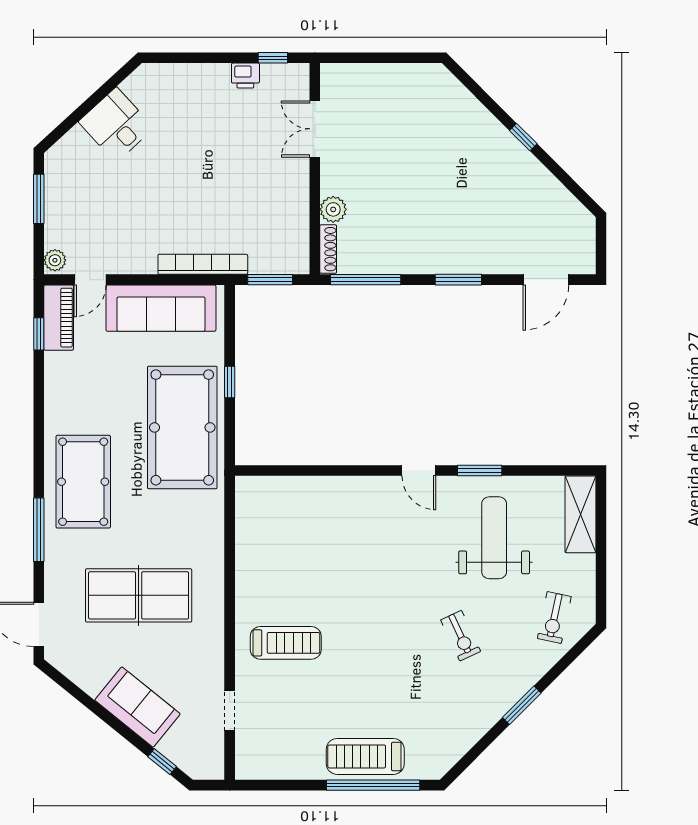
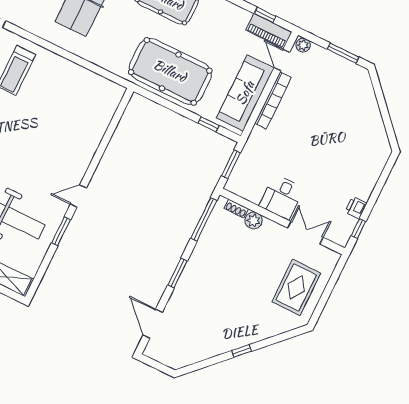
rug: (397, 104) -> (296, 287), added
desk: (116, 125) -> (282, 197), moved, turned 133
shoe rack: (328, 249) -> (236, 208), width x0.70
bookcase: (203, 264) -> (273, 100), moved
window: (230, 382) -> (209, 124), moved

